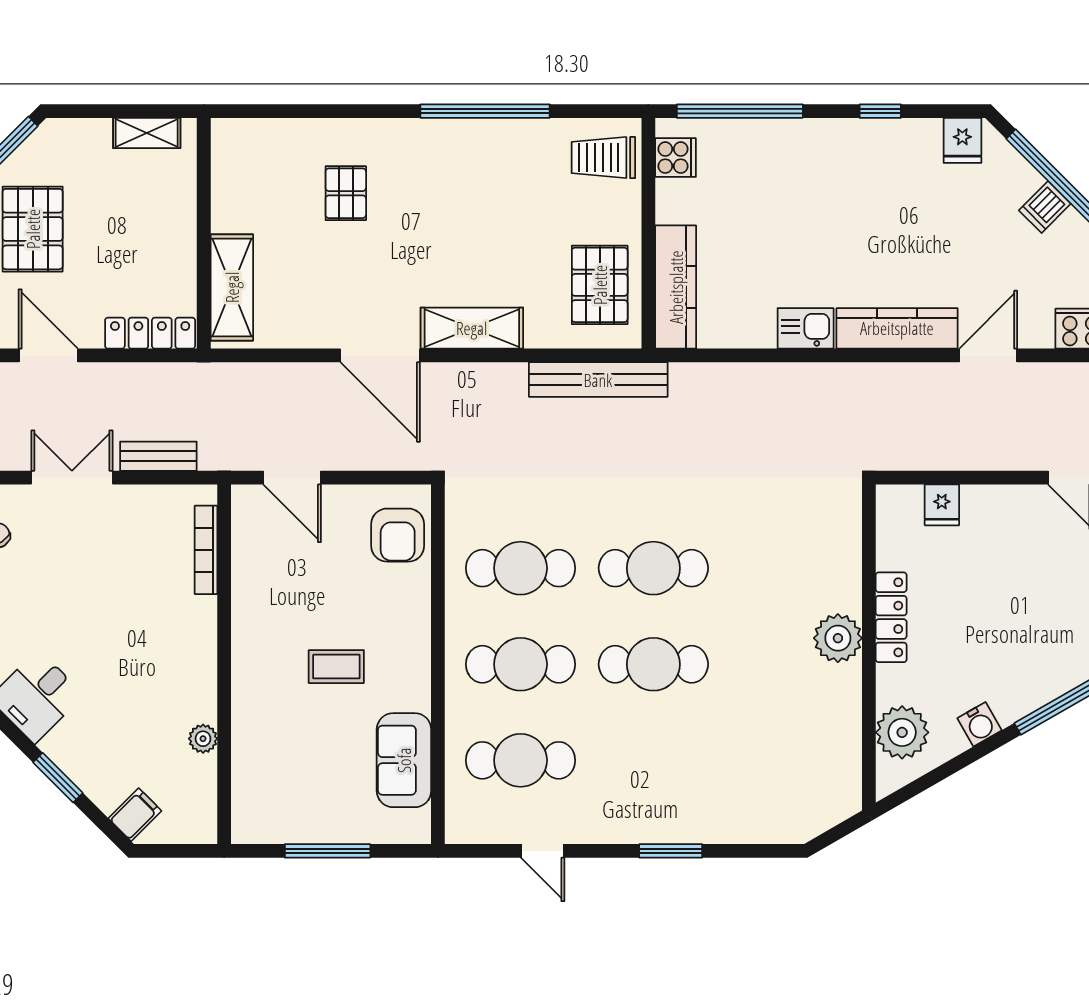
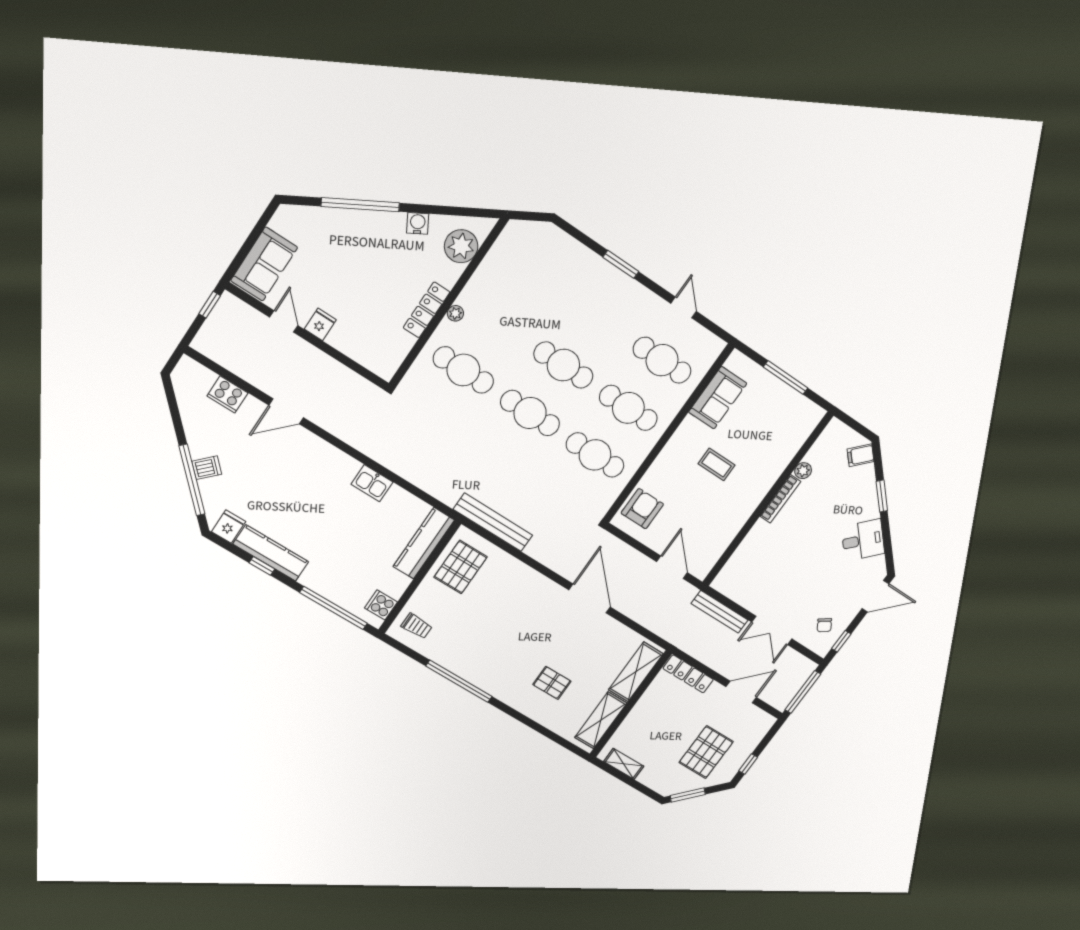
trolley: (603, 158) -> (417, 626), width x0.73, depth x0.72
pallet: (346, 193) -> (552, 683), turned 90
shelving: (472, 328) -> (601, 720), moved, turned 90
kitchen counter: (897, 328) -> (271, 553), moved, turned 180
door: (48, 355) -> (741, 692), swing flipped
bench: (158, 456) -> (720, 612), width x1.36
fridge: (942, 505) -> (320, 324), moved
bookcase: (206, 550) -> (780, 499), moved
cafe table: (786, 568) -> (463, 370), added
plant: (838, 638) -> (455, 313), width x0.53, depth x0.53

